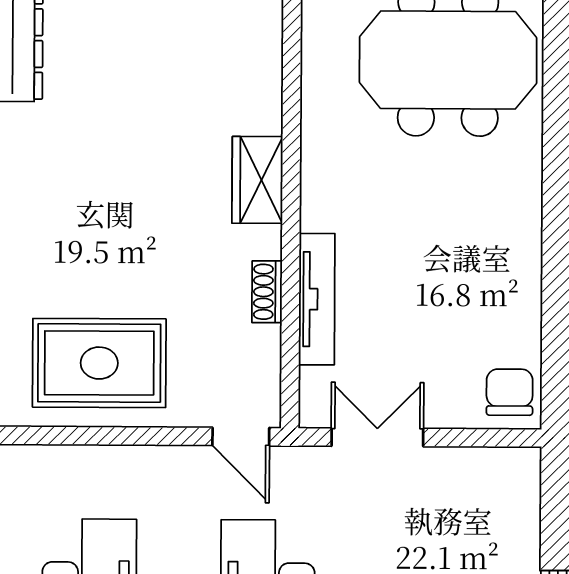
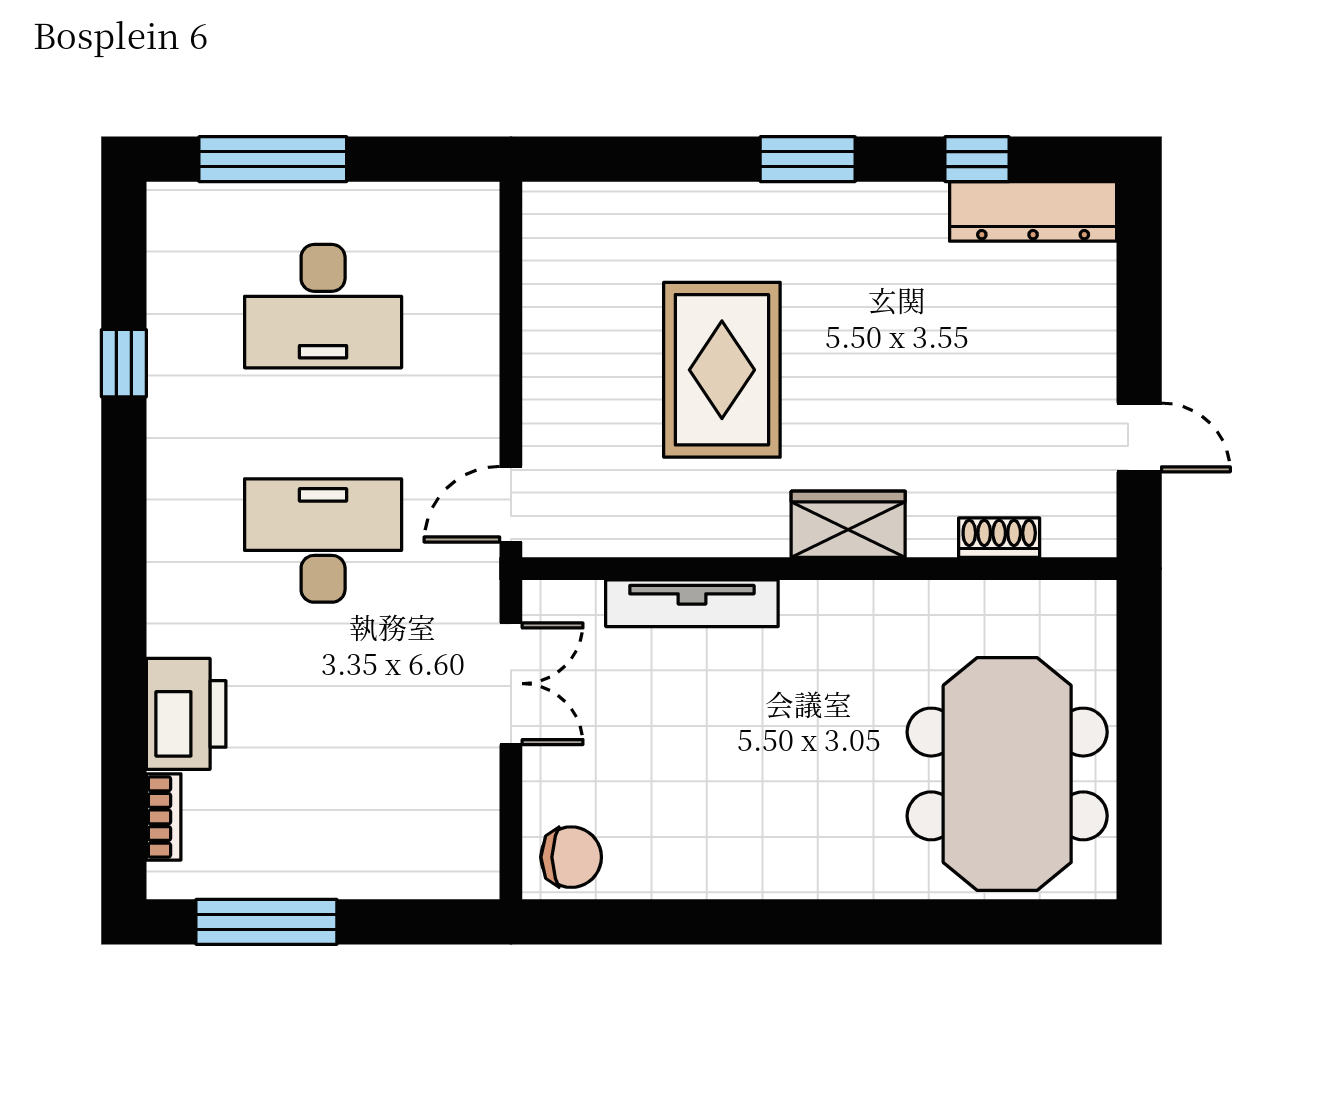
shoe rack: (267, 292) -> (999, 538), moved
rug: (99, 363) -> (722, 370), moved

